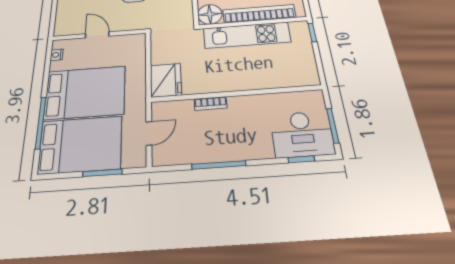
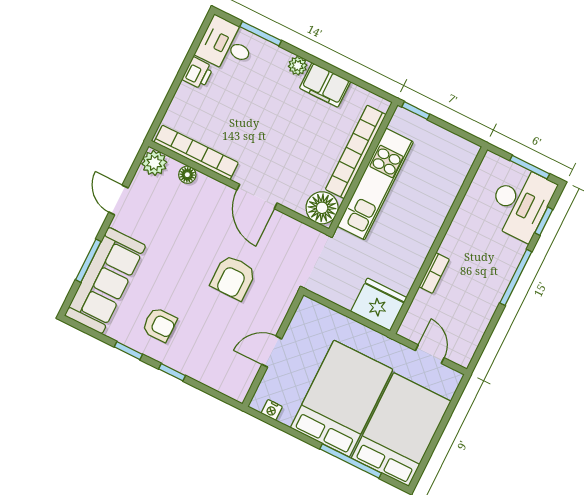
window: (219, 165) -> (516, 277), moved
window: (102, 173) -> (445, 421), removed

